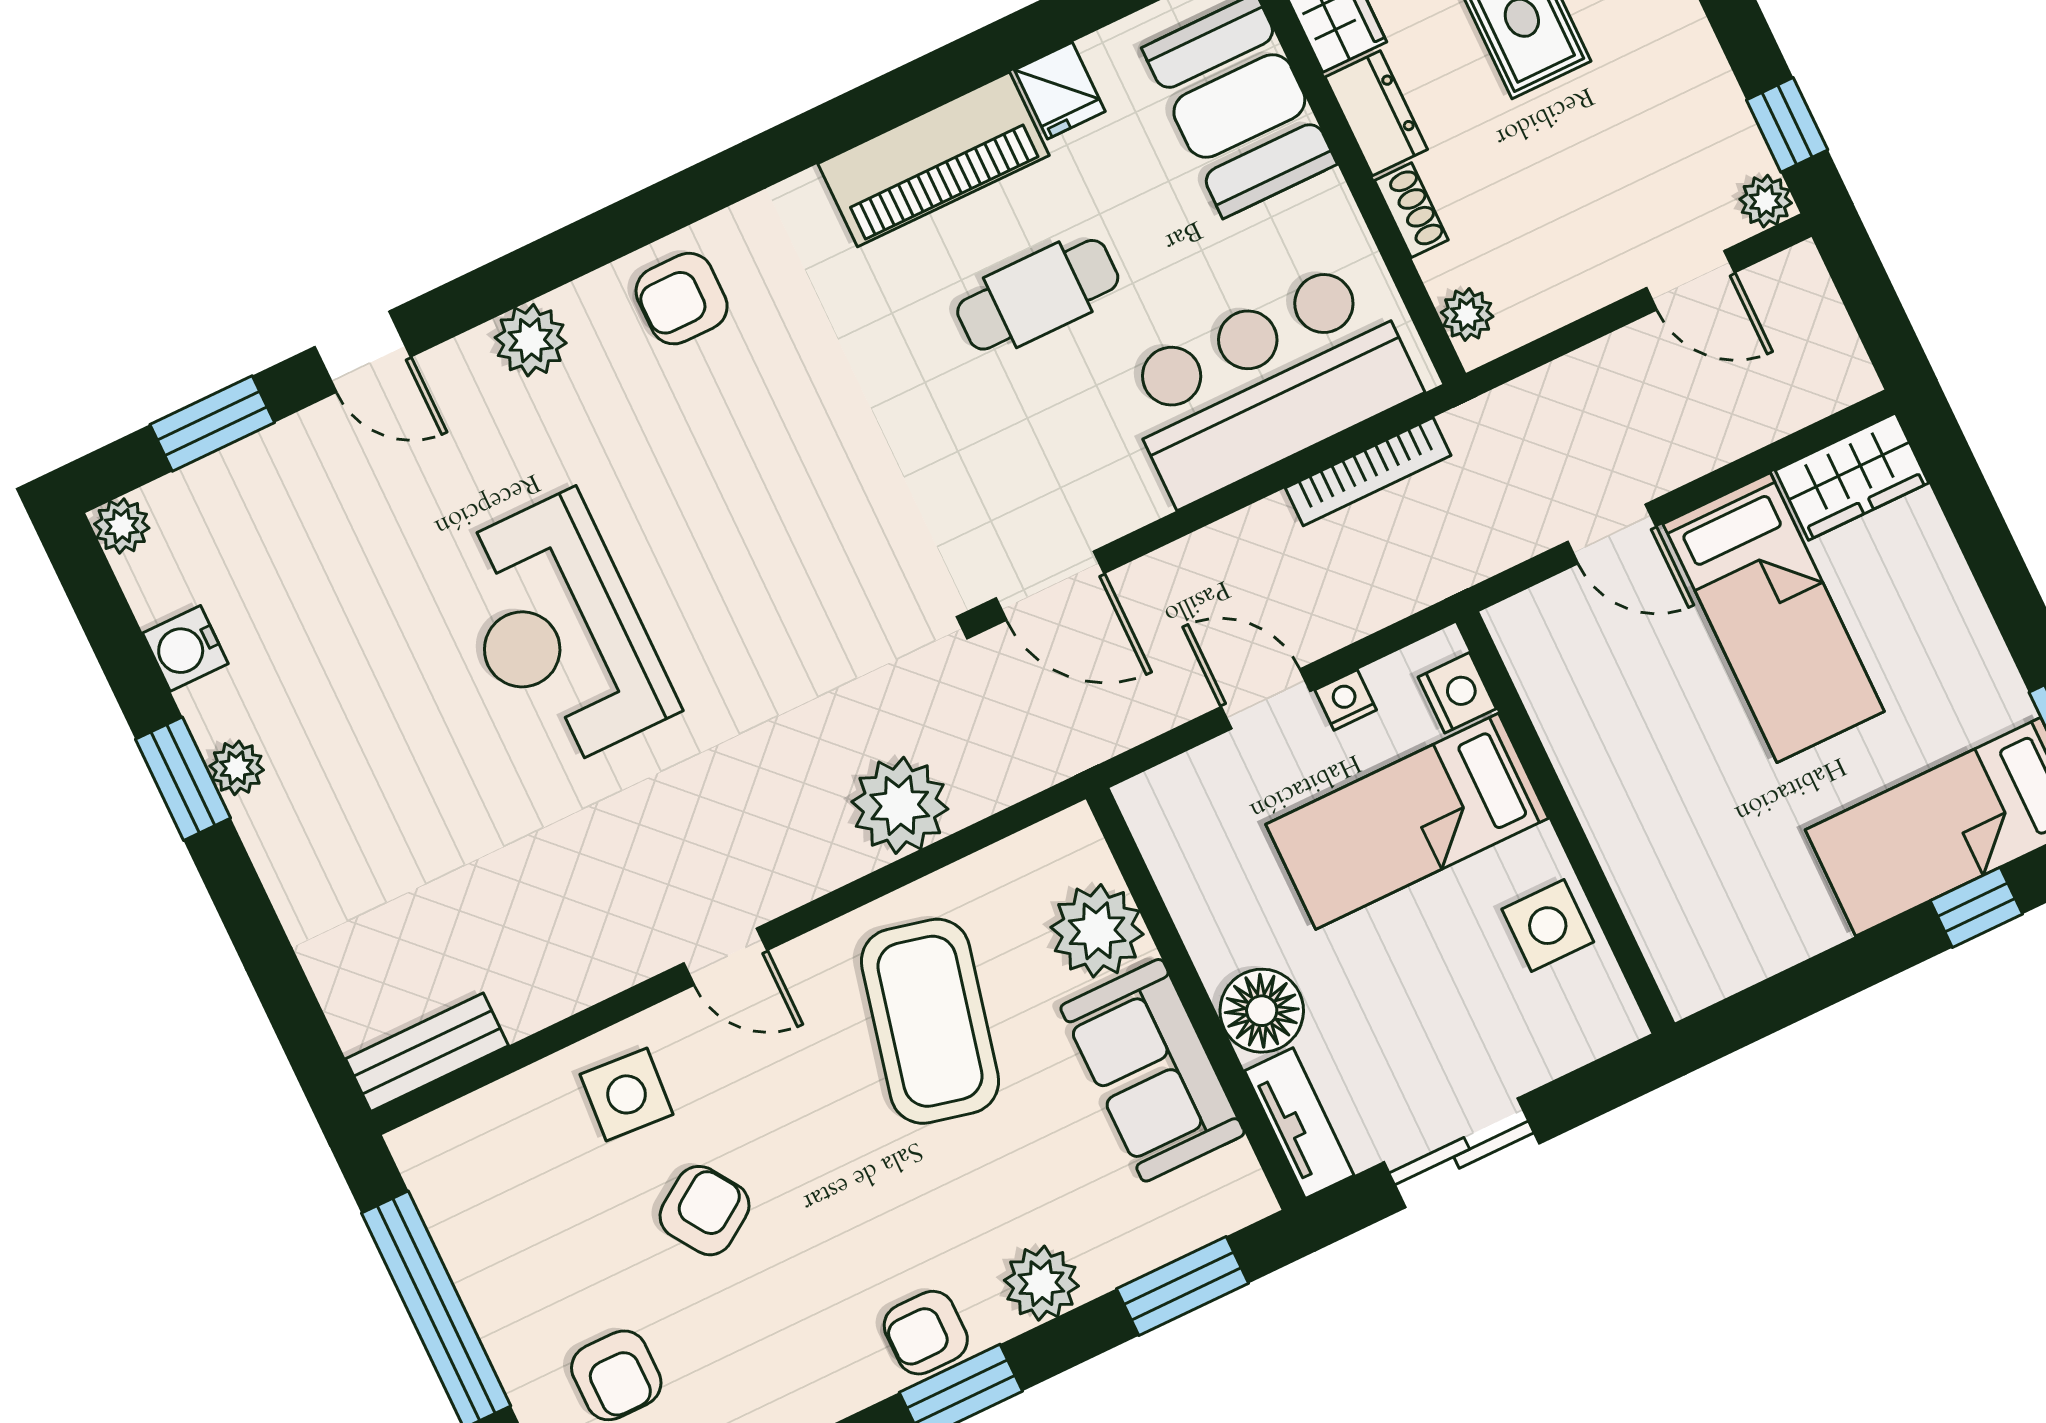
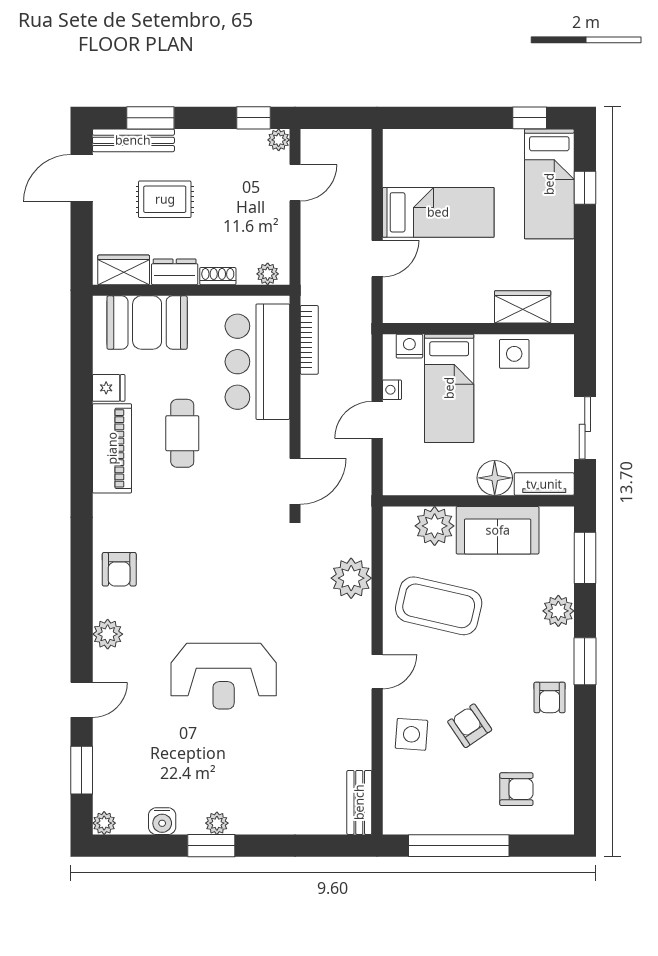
wardrobe: (1852, 477) -> (523, 307), moved, turned -90
armchair: (926, 1333) -> (550, 697), moved

